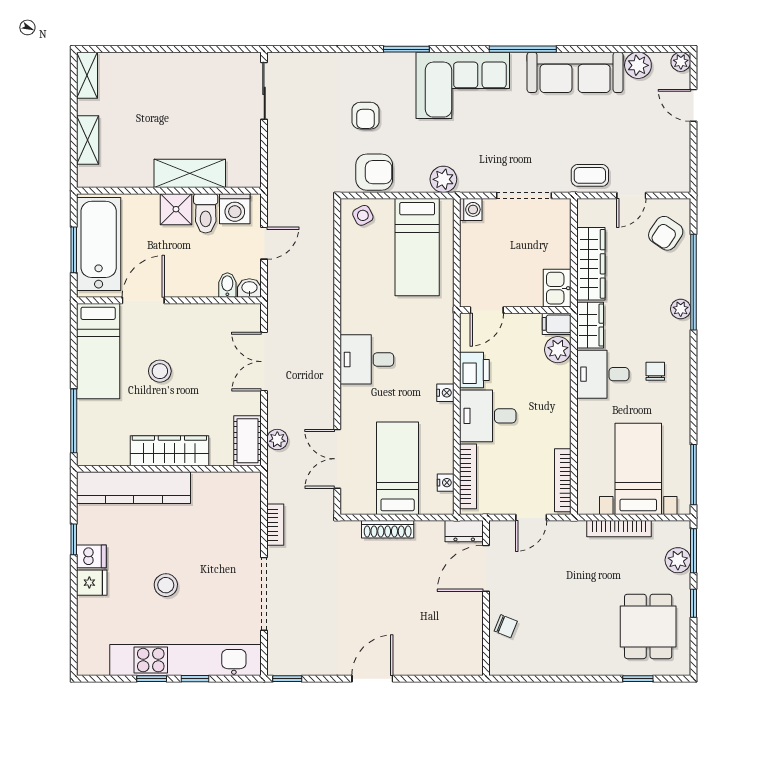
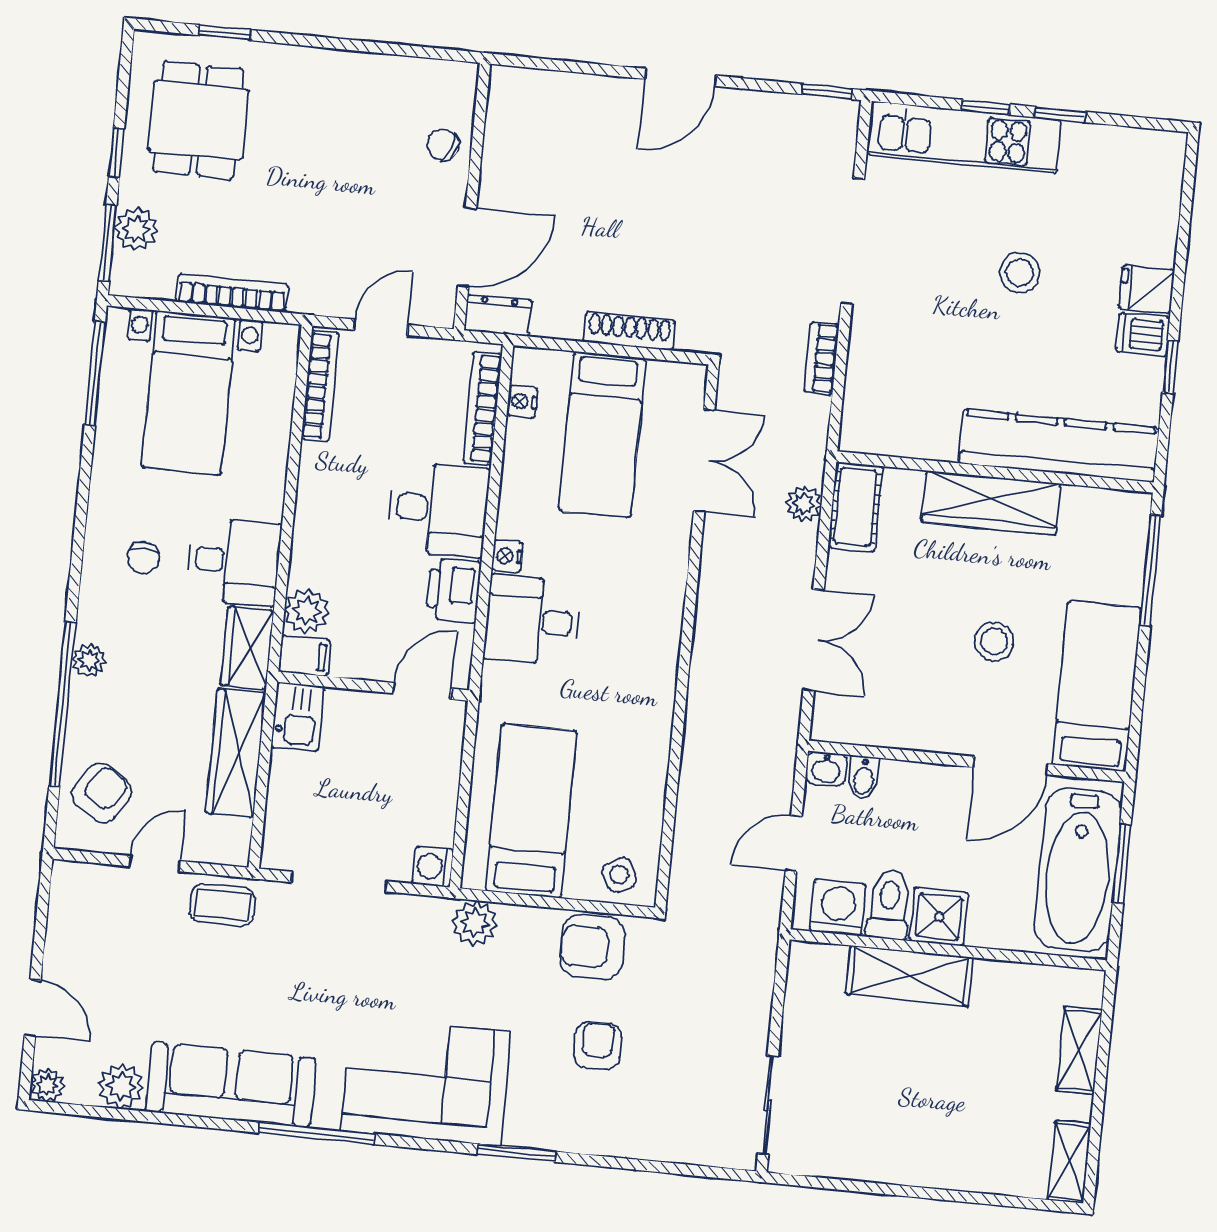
desk: (367, 359) -> (533, 620), moved, turned 180
kitchen unit: (186, 660) -> (964, 137), width x0.73

